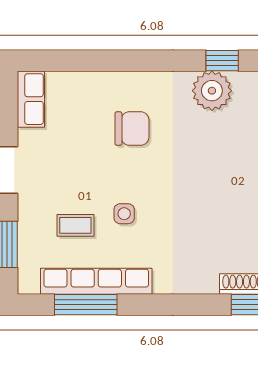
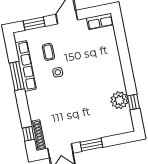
chair: (132, 129) -> (96, 68), removed
window: (86, 305) -> (17, 76), moved

